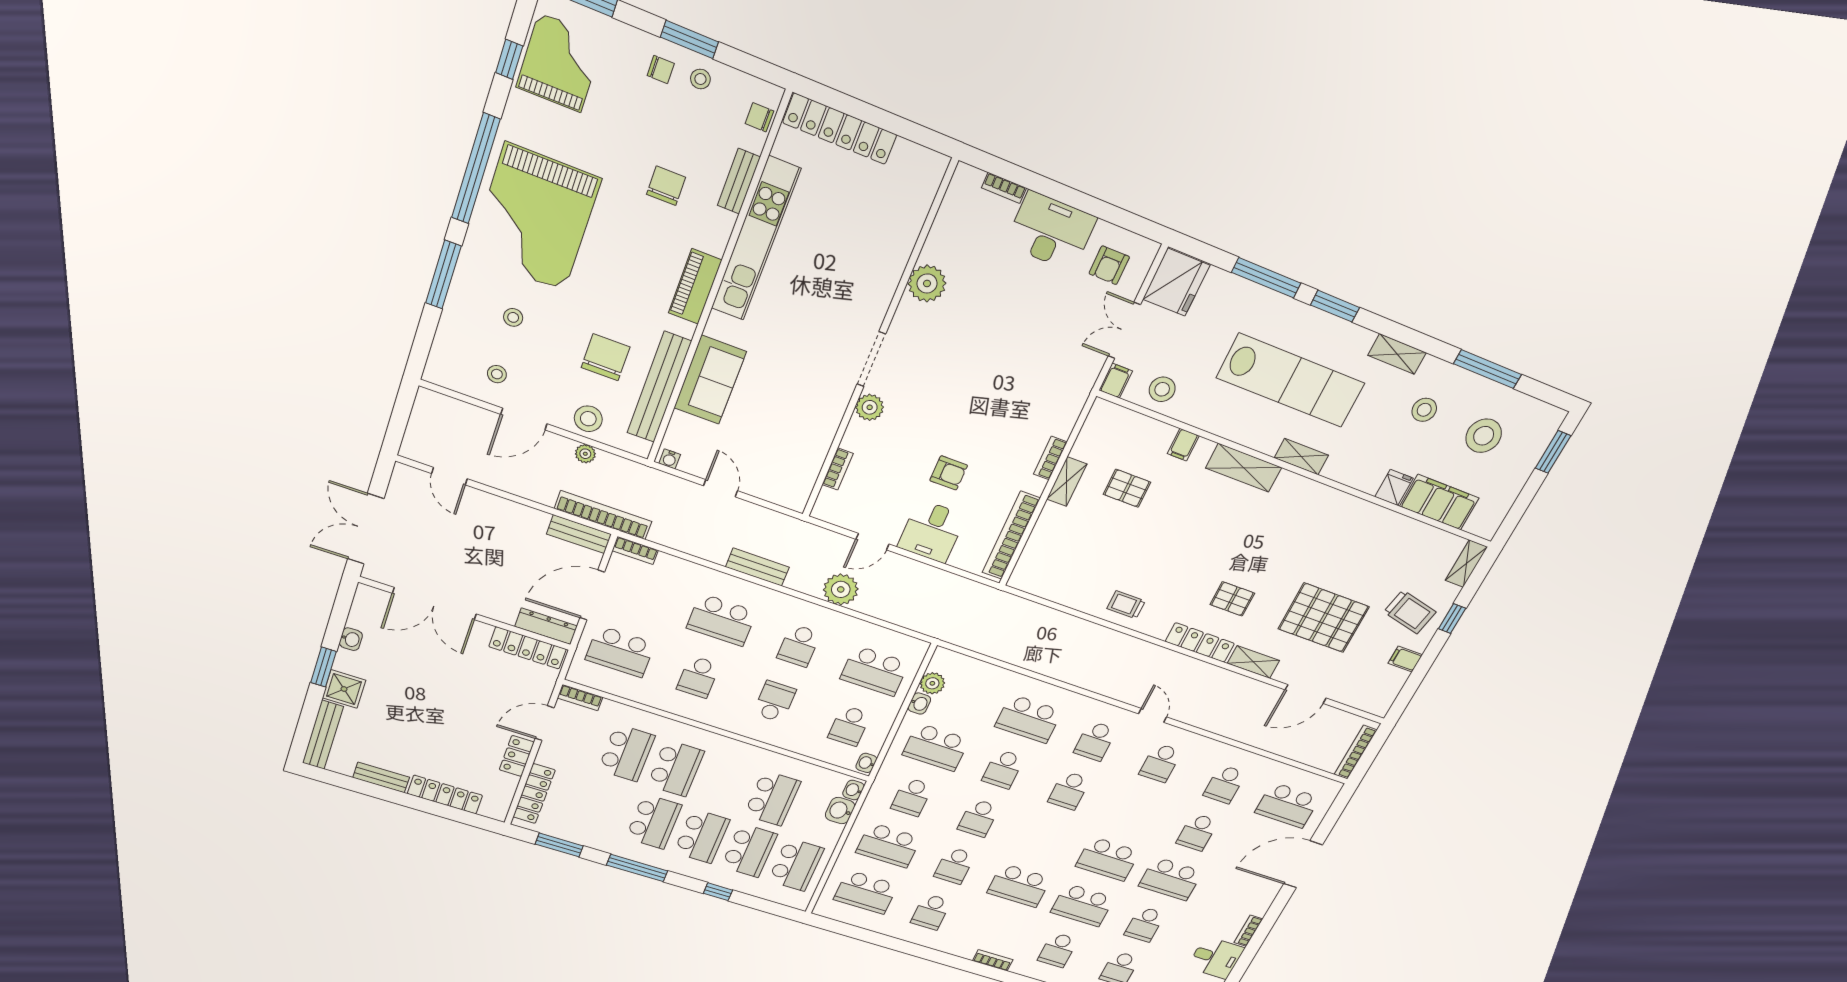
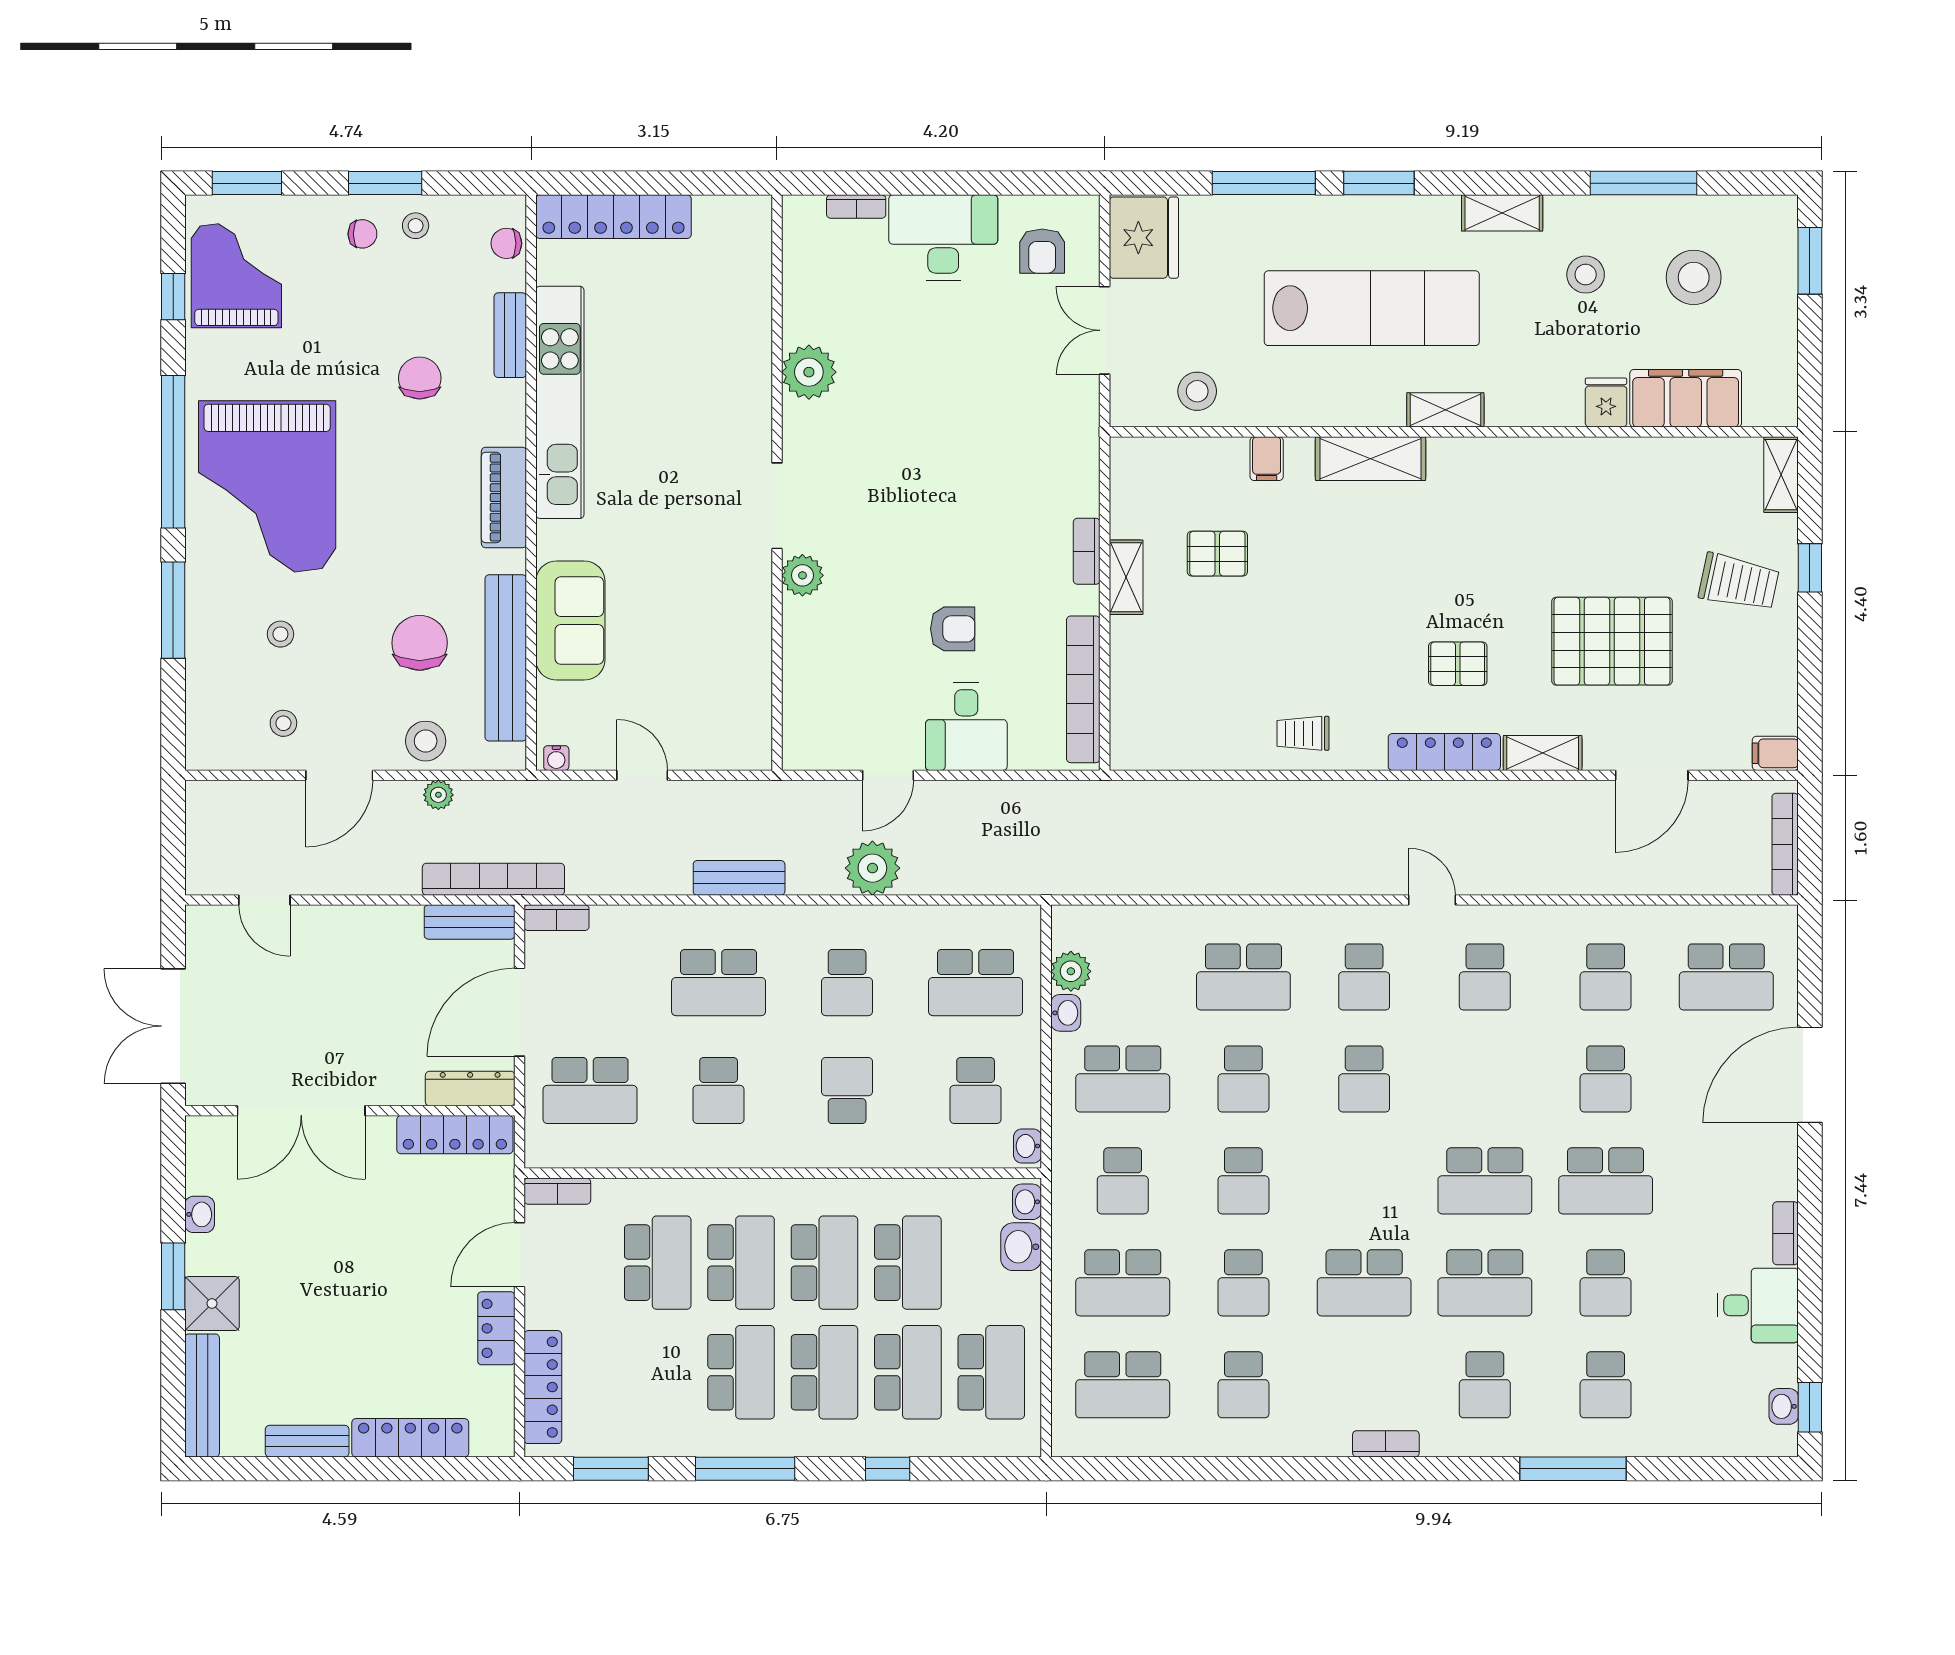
filing cabinet: (1116, 381) -> (1126, 404), removed
bookcase: (838, 469) -> (794, 683), removed
filing cabinet: (1405, 659) -> (1775, 753), moved
school desk: (724, 783) -> (824, 1263), added

